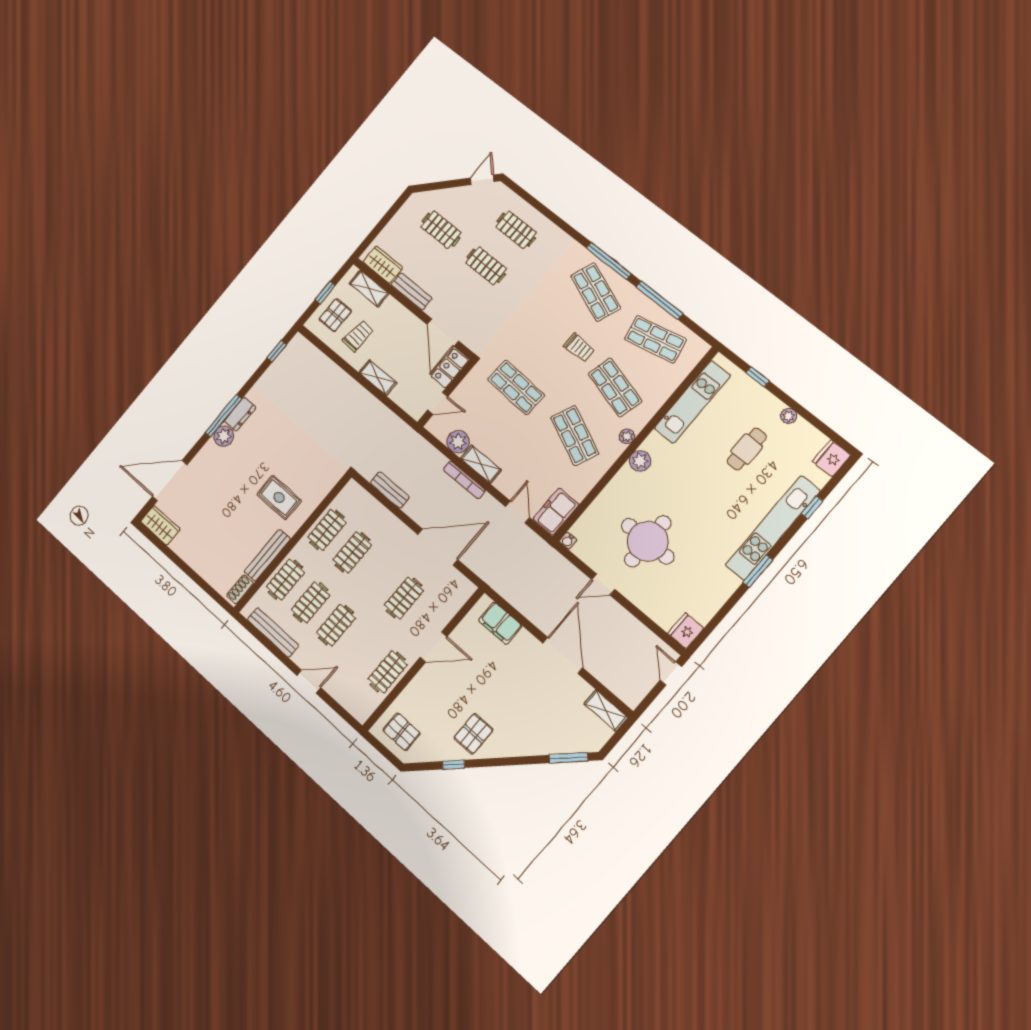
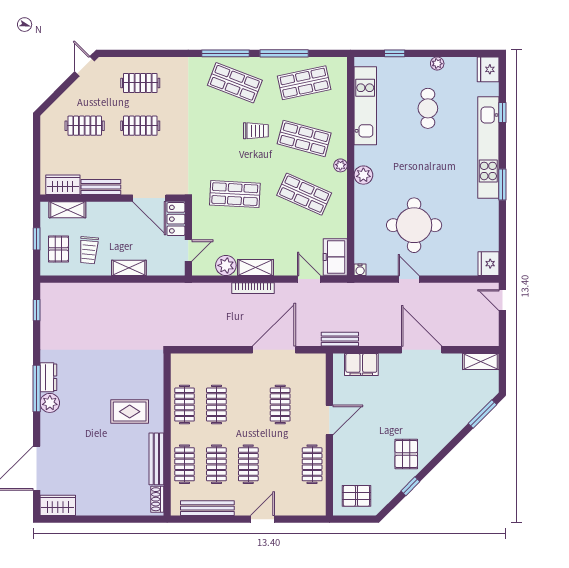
trolley: (358, 336) -> (89, 250), turned 180
bench: (390, 490) -> (340, 339), moved
door: (603, 584) -> (409, 279), swing flipped

